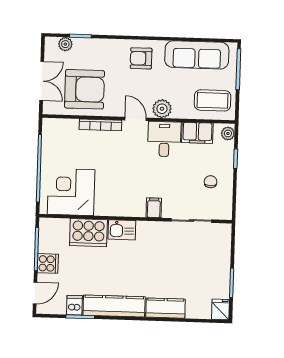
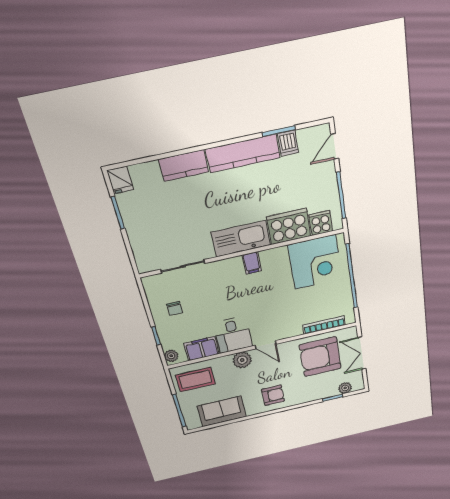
sofa: (197, 55) -> (222, 412), width x0.73
bookcase: (100, 125) -> (324, 325), moved
filing cabinet: (154, 208) -> (252, 263), moved
kitchen sink: (122, 230) -> (241, 239), width x1.88, depth x1.24
cooker: (48, 263) -> (321, 223), moved, turned 90

